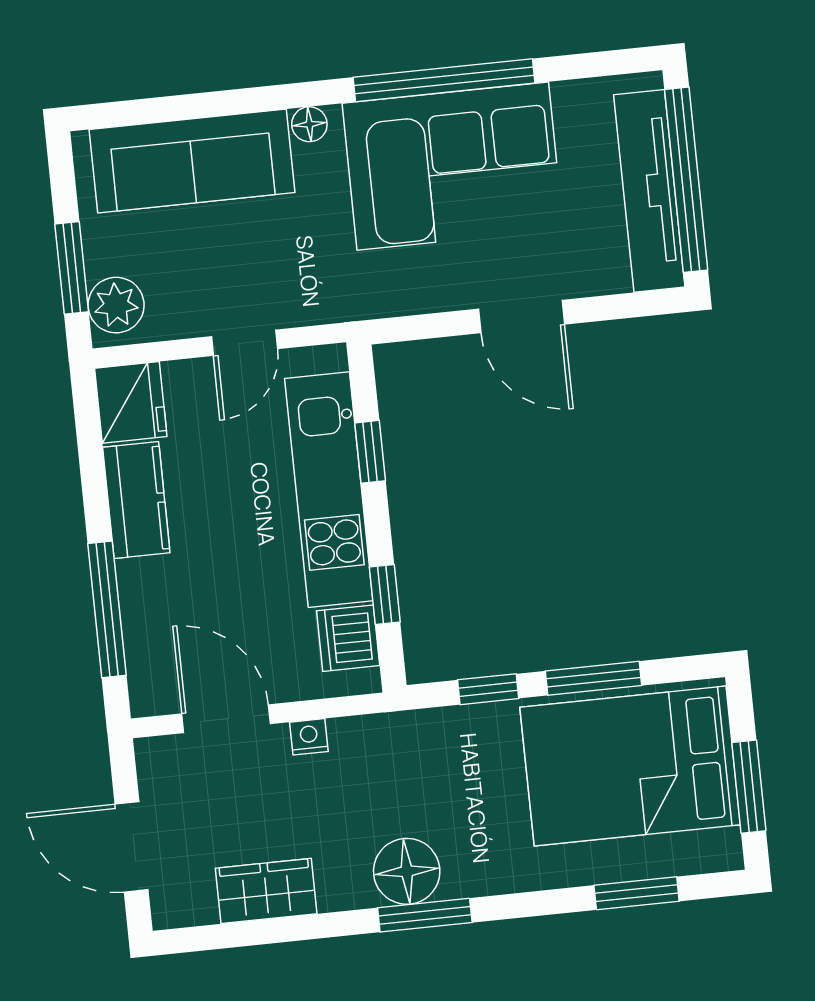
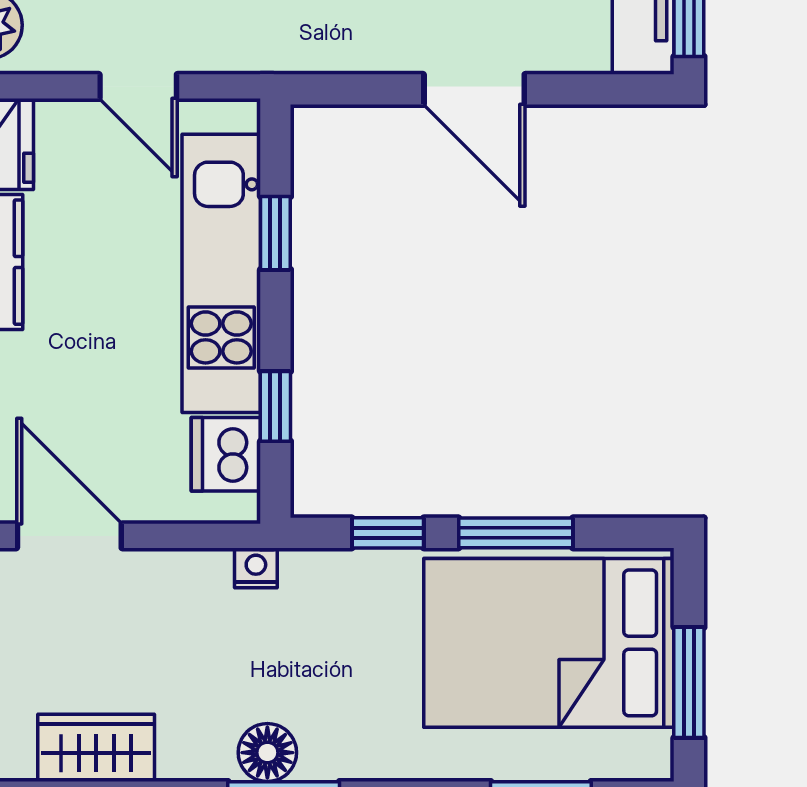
door: (244, 343) -> (138, 86), hinge flipped
nightstand: (309, 737) -> (256, 568), moved
floor lamp: (407, 871) -> (267, 753), width x0.73, depth x0.73

